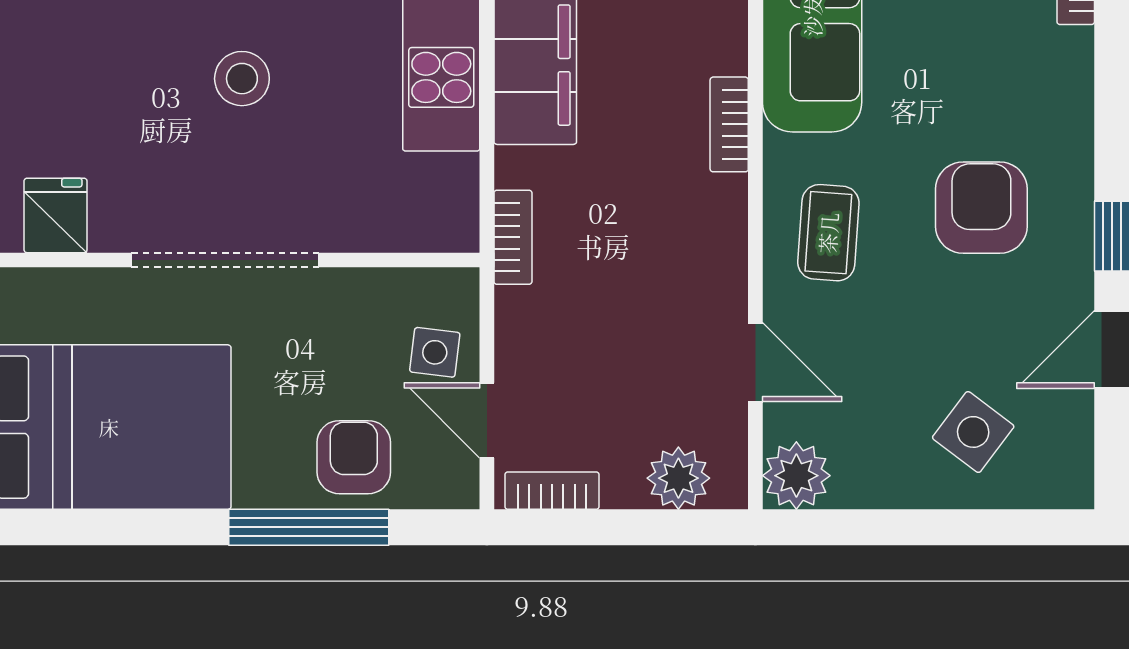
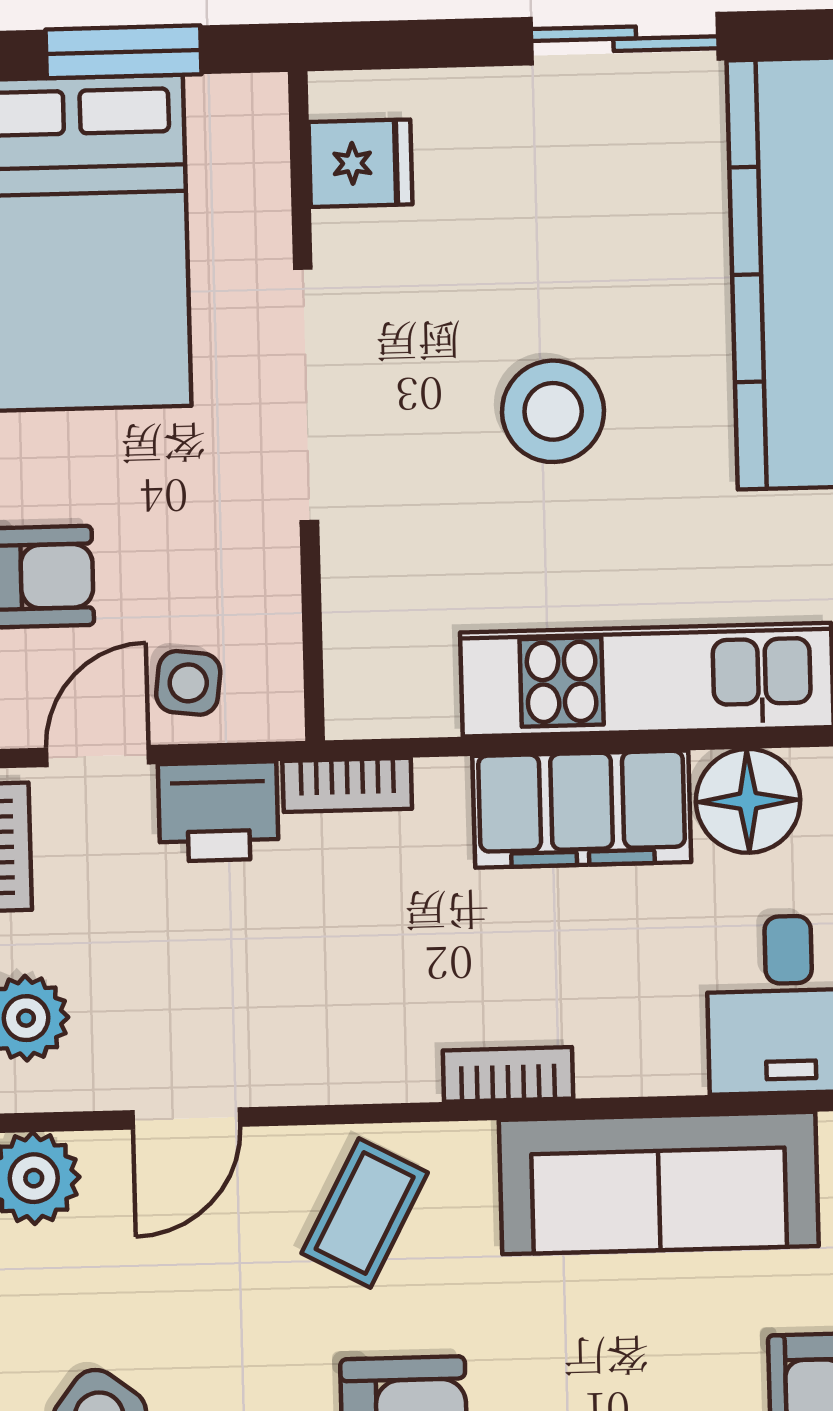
stool: (242, 79) -> (553, 411), width x1.38, depth x1.38
coffee table: (828, 233) -> (365, 1213), turned -66
printer: (530, 333) -> (218, 811), added

